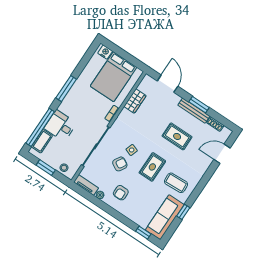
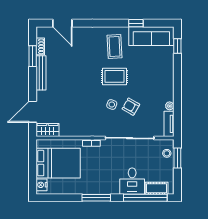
wardrobe: (135, 101) -> (48, 130), moved
window: (199, 105) -> (33, 56), moved
rug: (177, 136) -> (73, 73), removed
window: (46, 168) -> (177, 158), moved
armchair: (121, 193) -> (156, 89), removed

